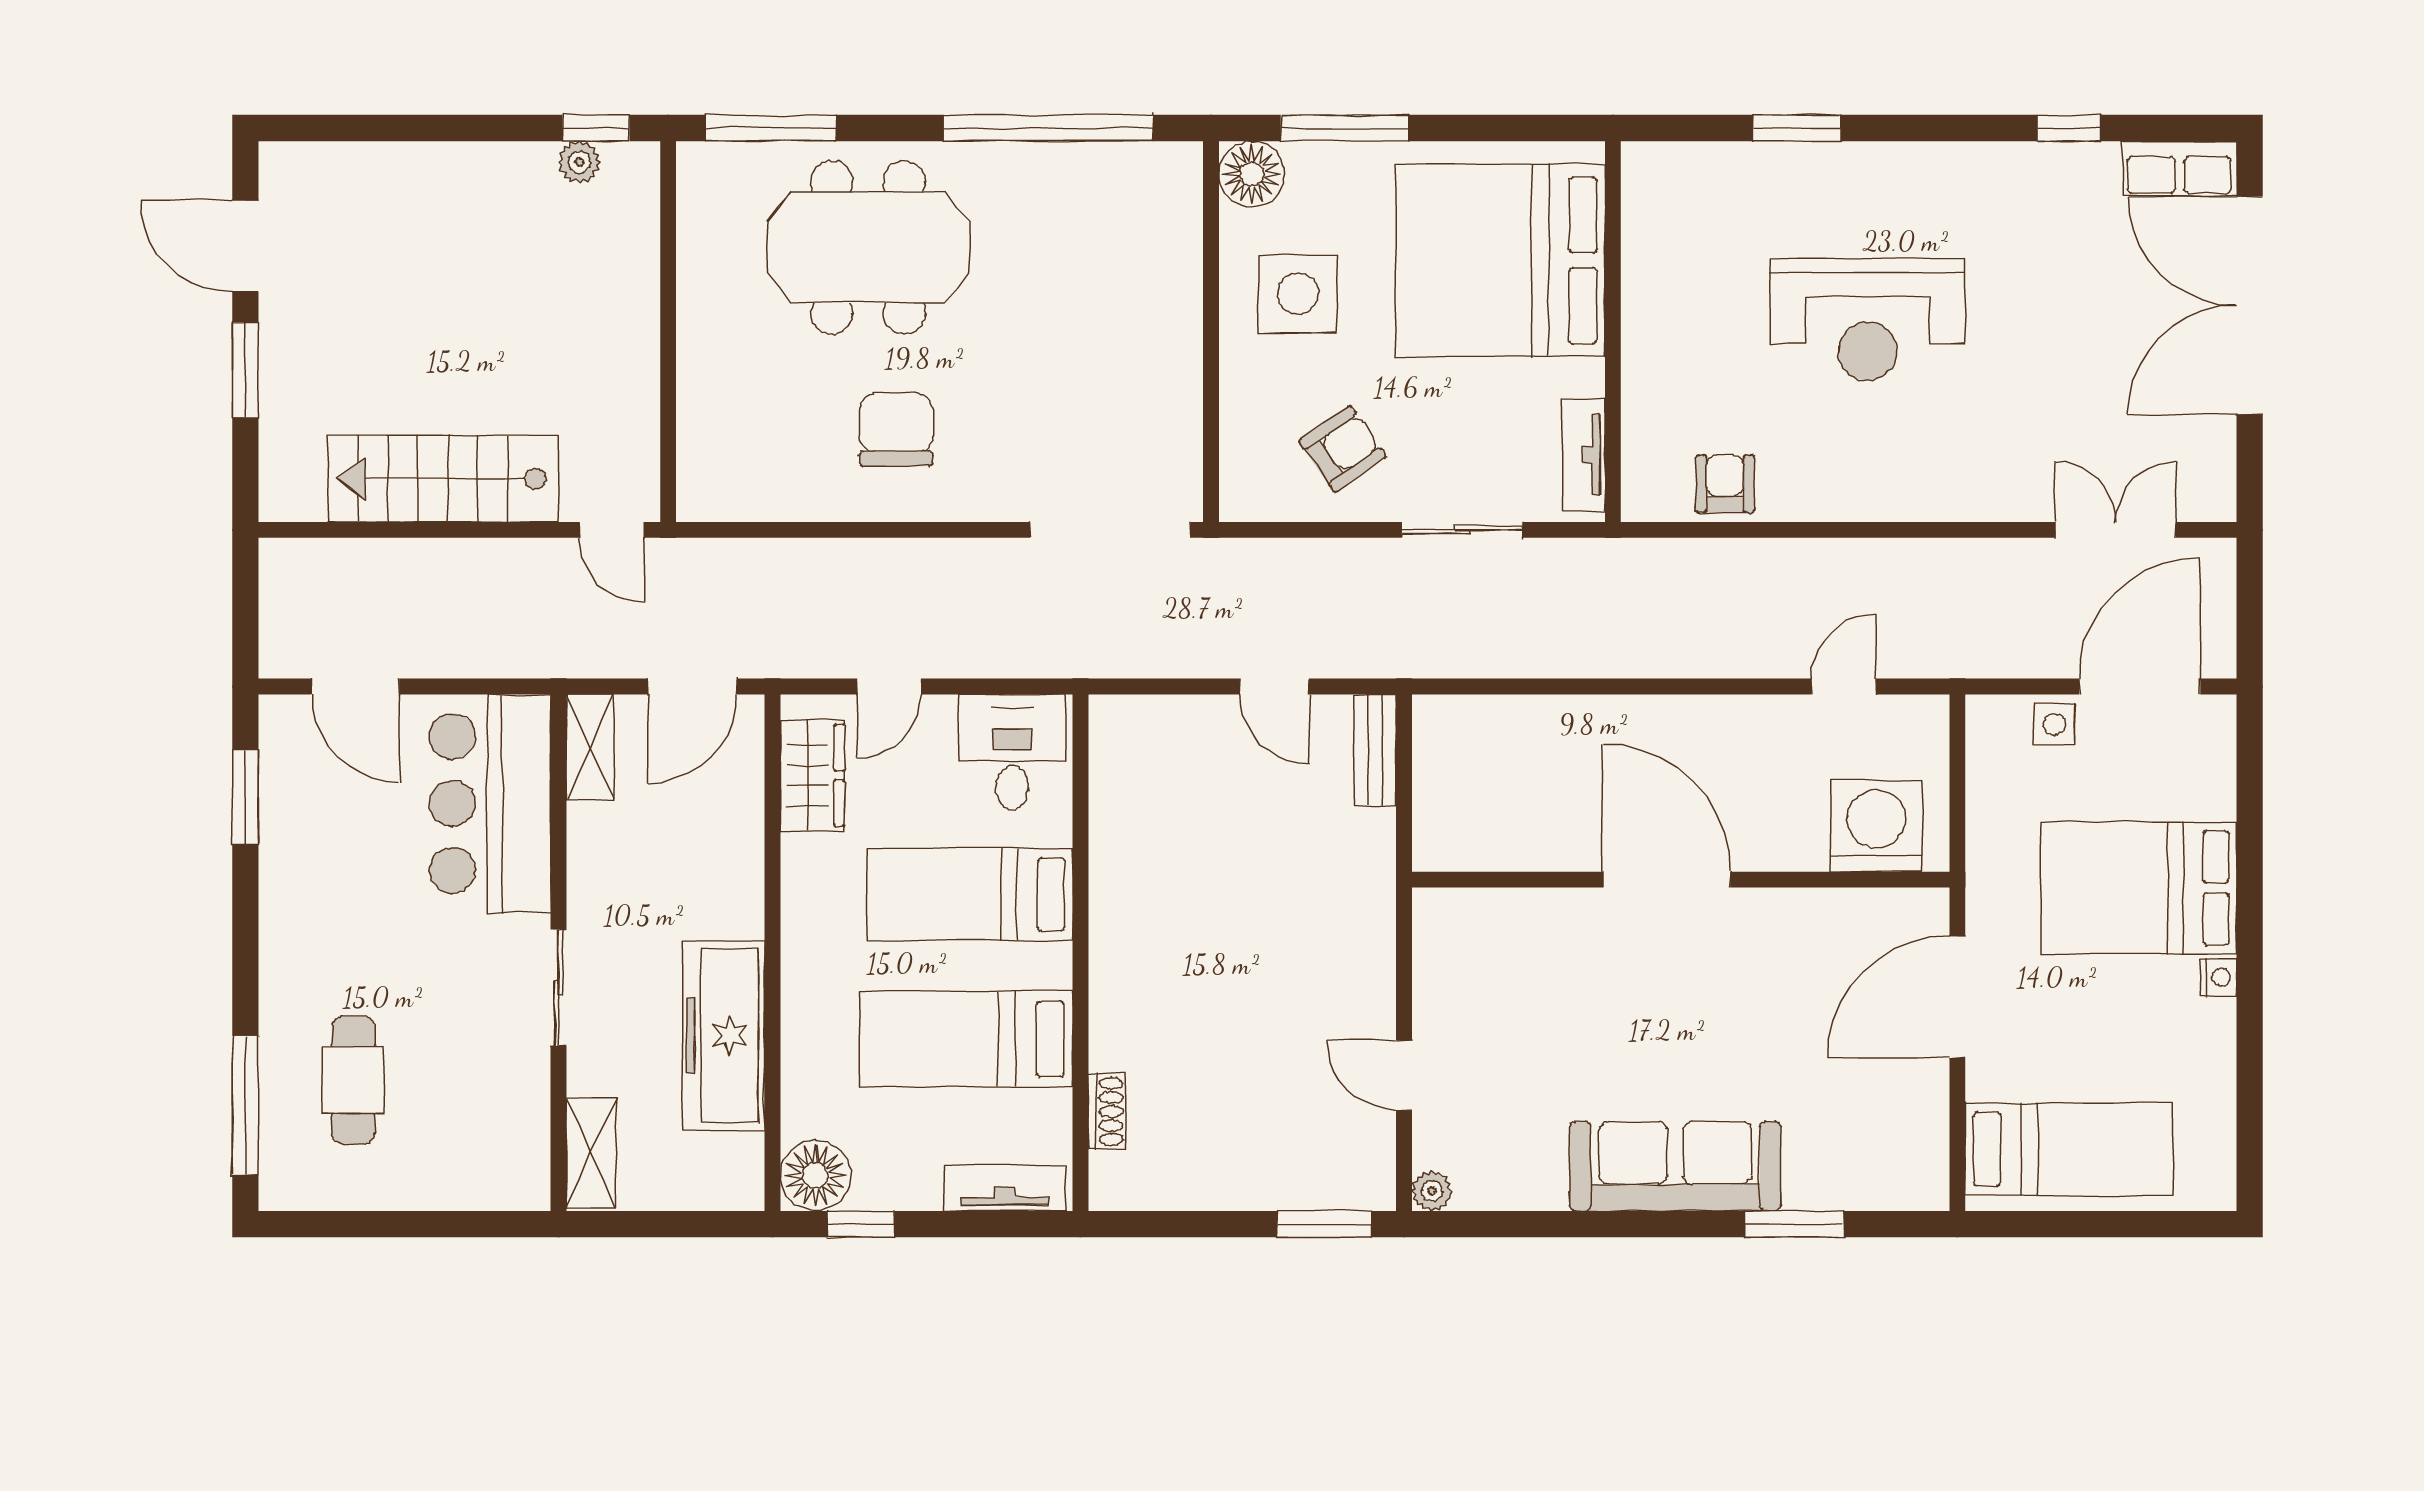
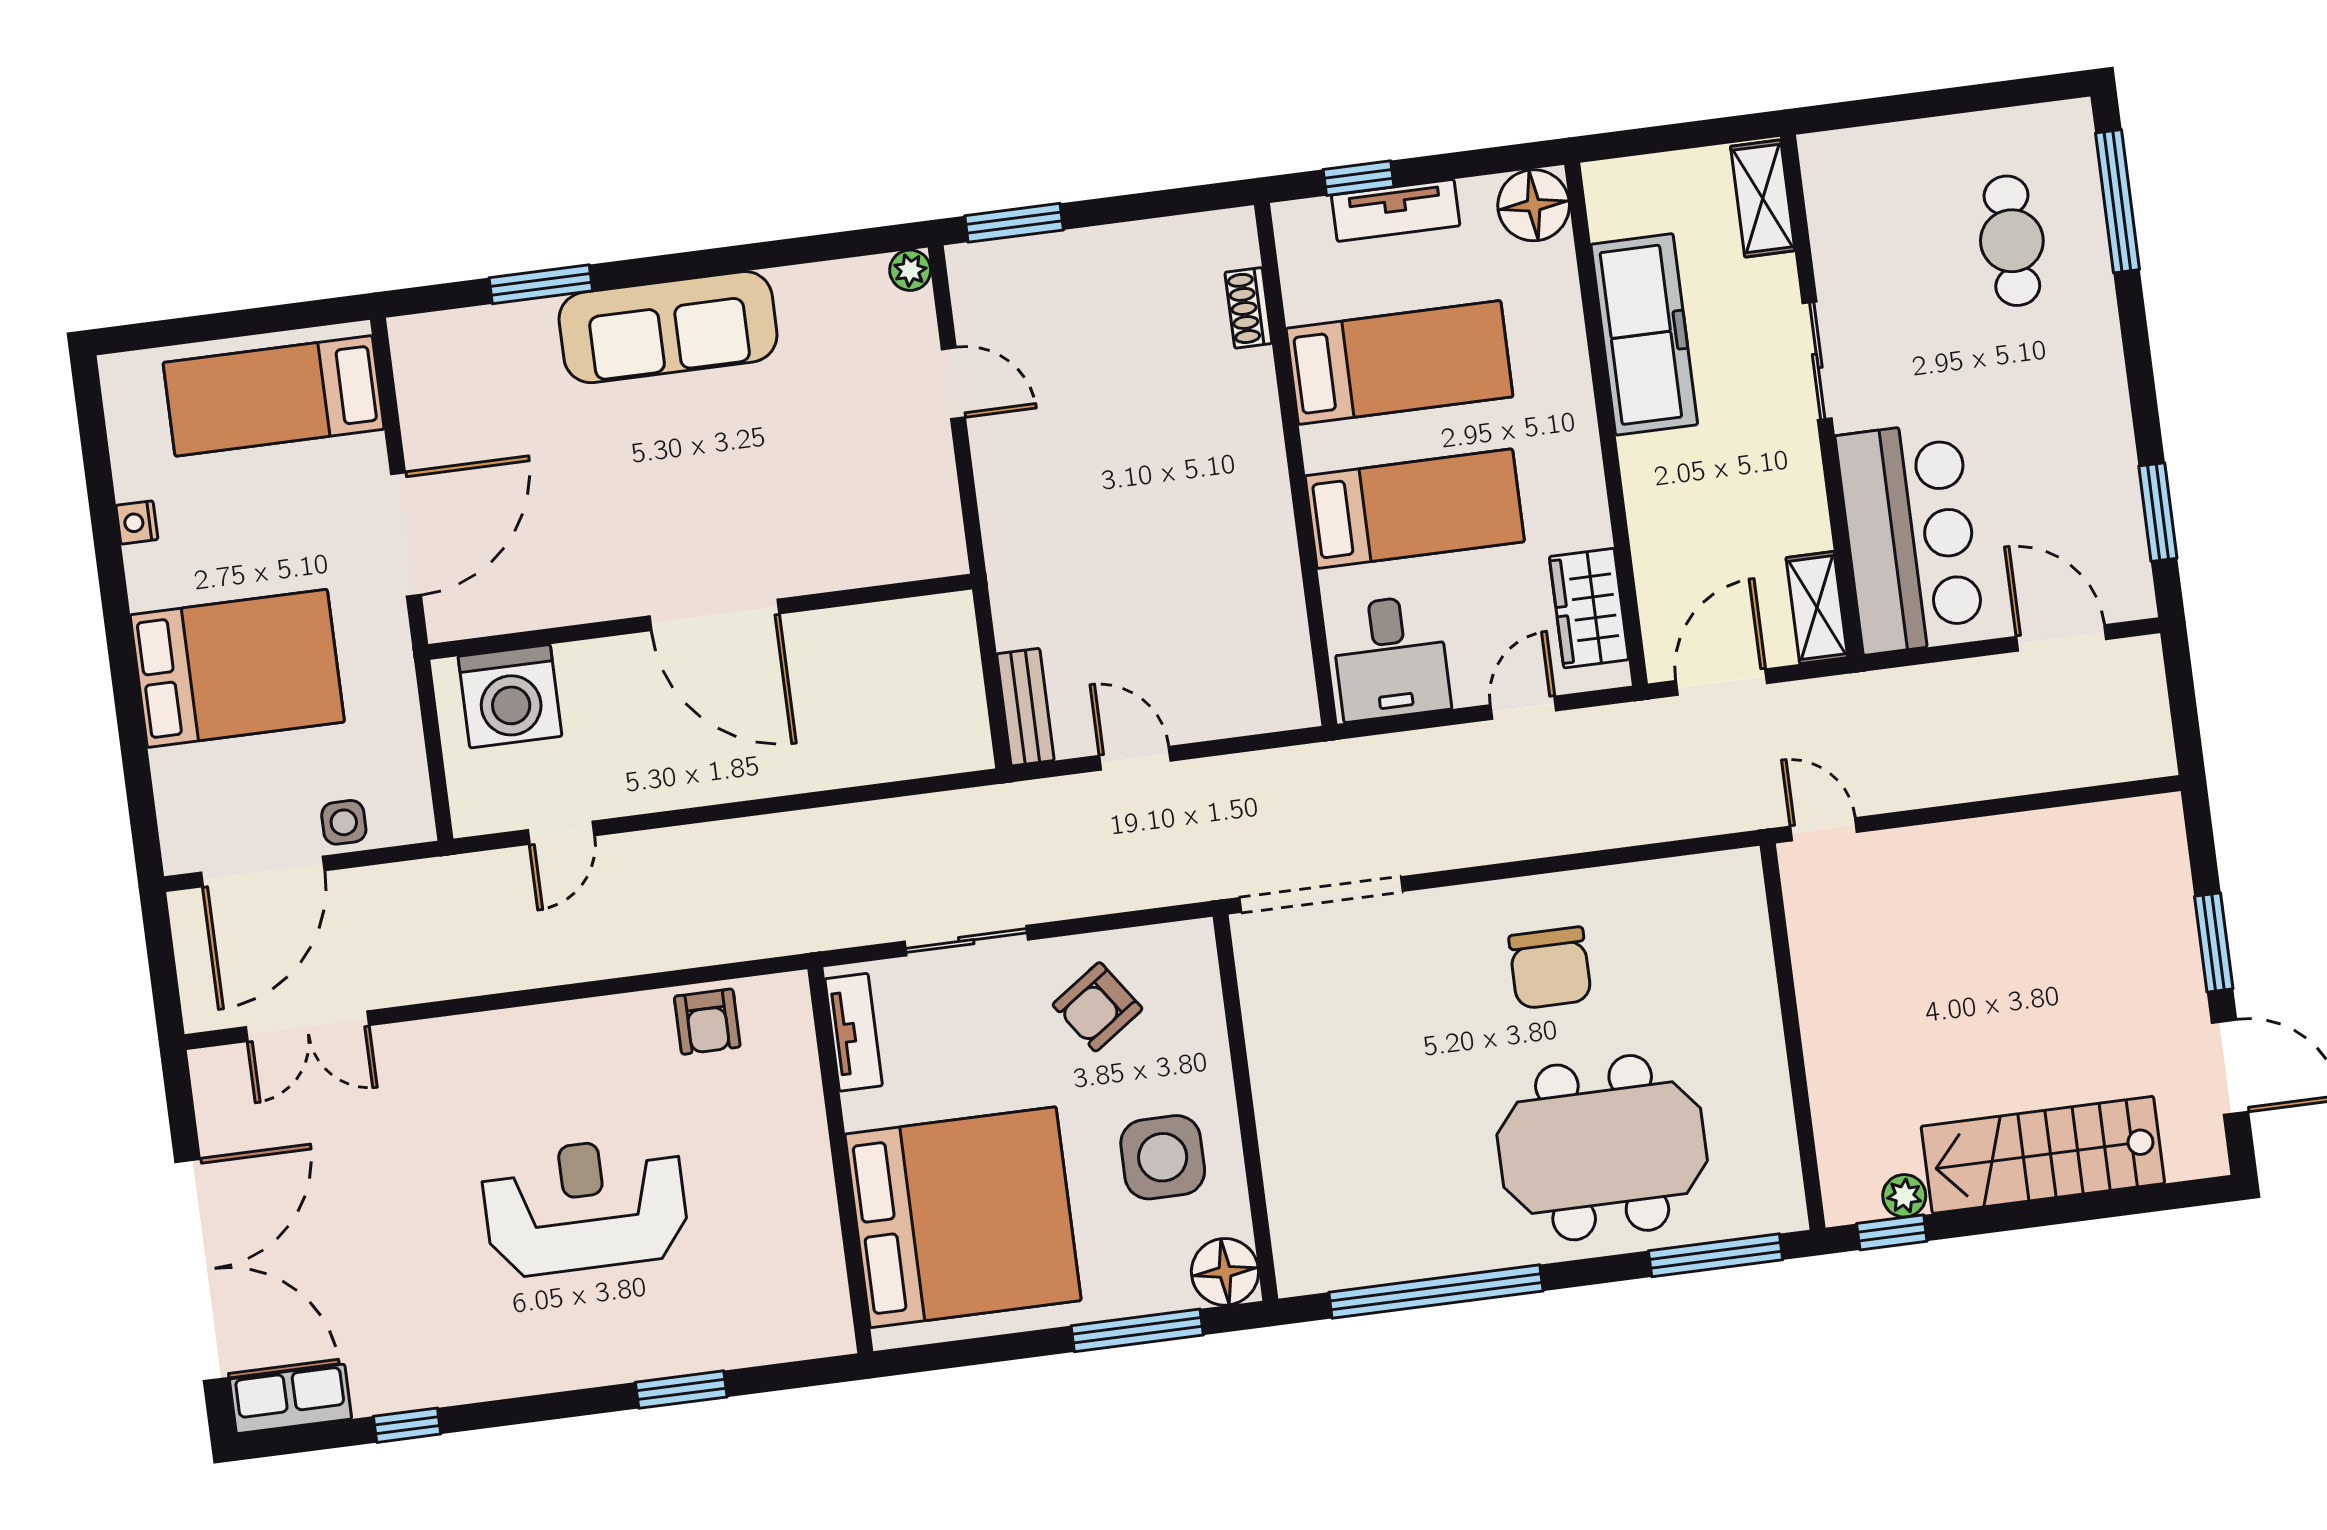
stairs: (443, 479) -> (2043, 1155), moved, turned 180
nightstand: (2218, 977) -> (137, 522), moved
tv unit: (1005, 1188) -> (1396, 210), moved
window: (861, 1224) -> (1359, 178), moved

